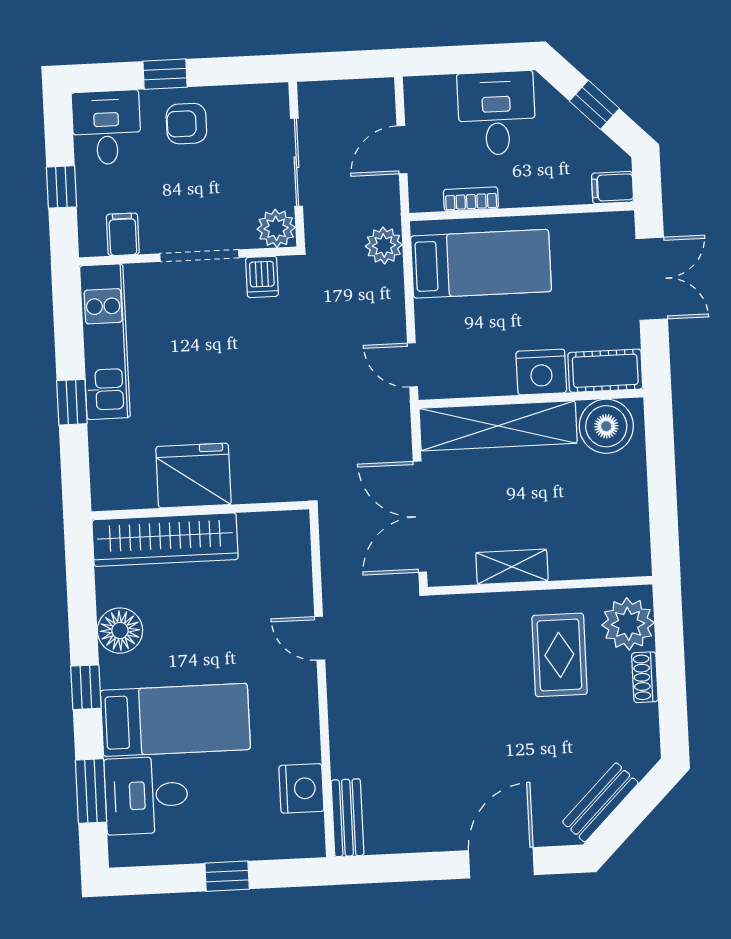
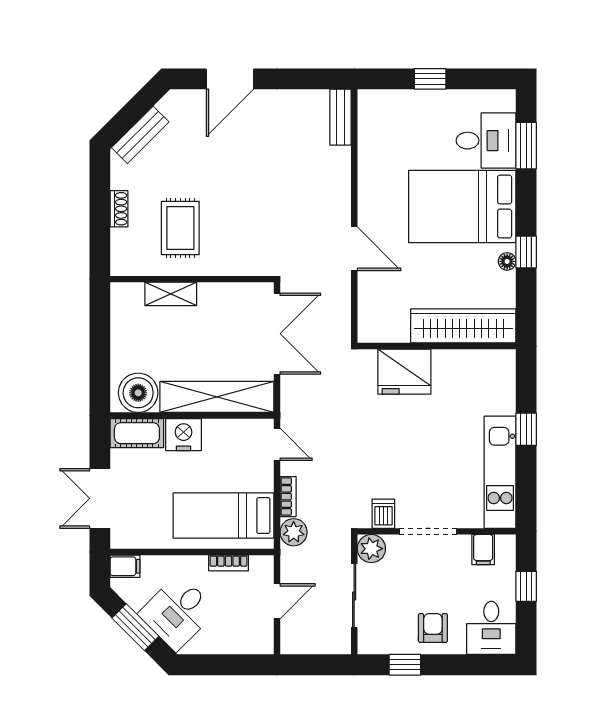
window: (165, 74) -> (405, 665), moved
window: (594, 105) -> (135, 627), width x1.50
desk: (497, 113) -> (177, 612), moved, turned 45
armchair: (186, 124) -> (433, 628), turned -90
bookcase: (394, 294) -> (288, 497), added
fridge: (193, 476) -> (404, 372), moved
shelving: (512, 567) -> (171, 294), moved
plant: (628, 624) -> (129, 248), removed
floor lamp: (120, 631) -> (507, 261), width x0.53, depth x0.53
door: (320, 638) -> (354, 249), width x1.37
window: (86, 687) -> (526, 252), moved
bed: (175, 720) -> (462, 206), width x1.50
nightstand: (301, 788) -> (373, 140), removed
bench: (600, 802) -> (140, 135), moved

